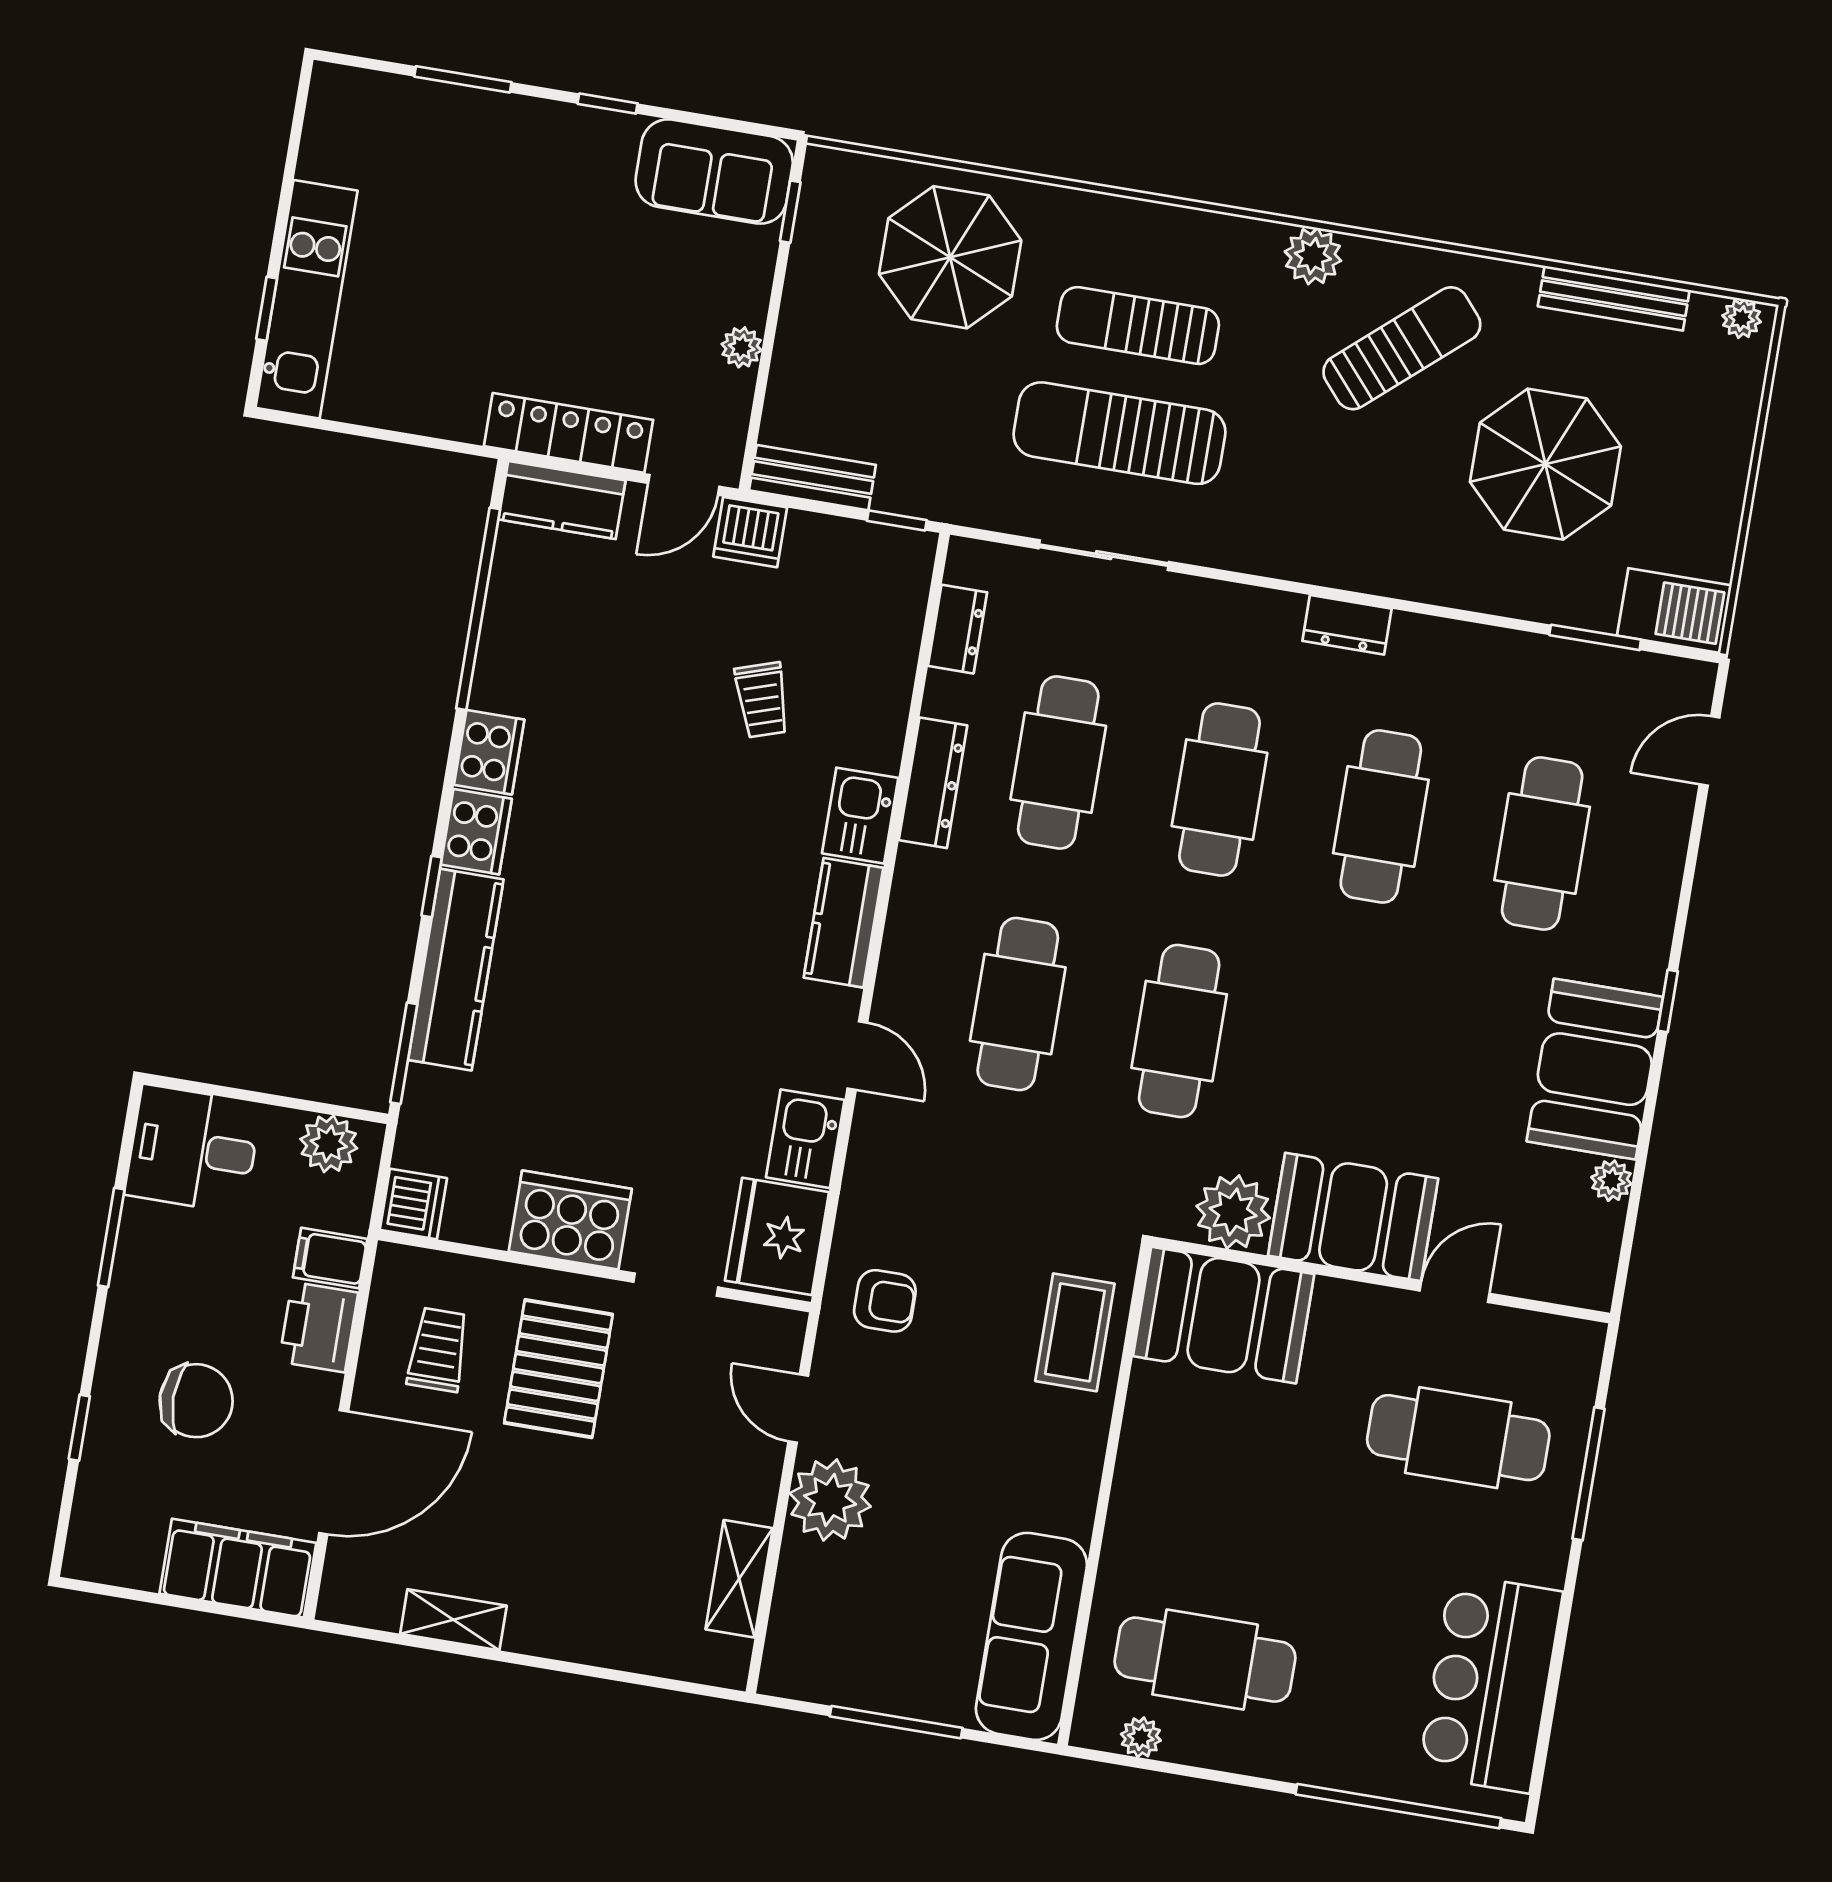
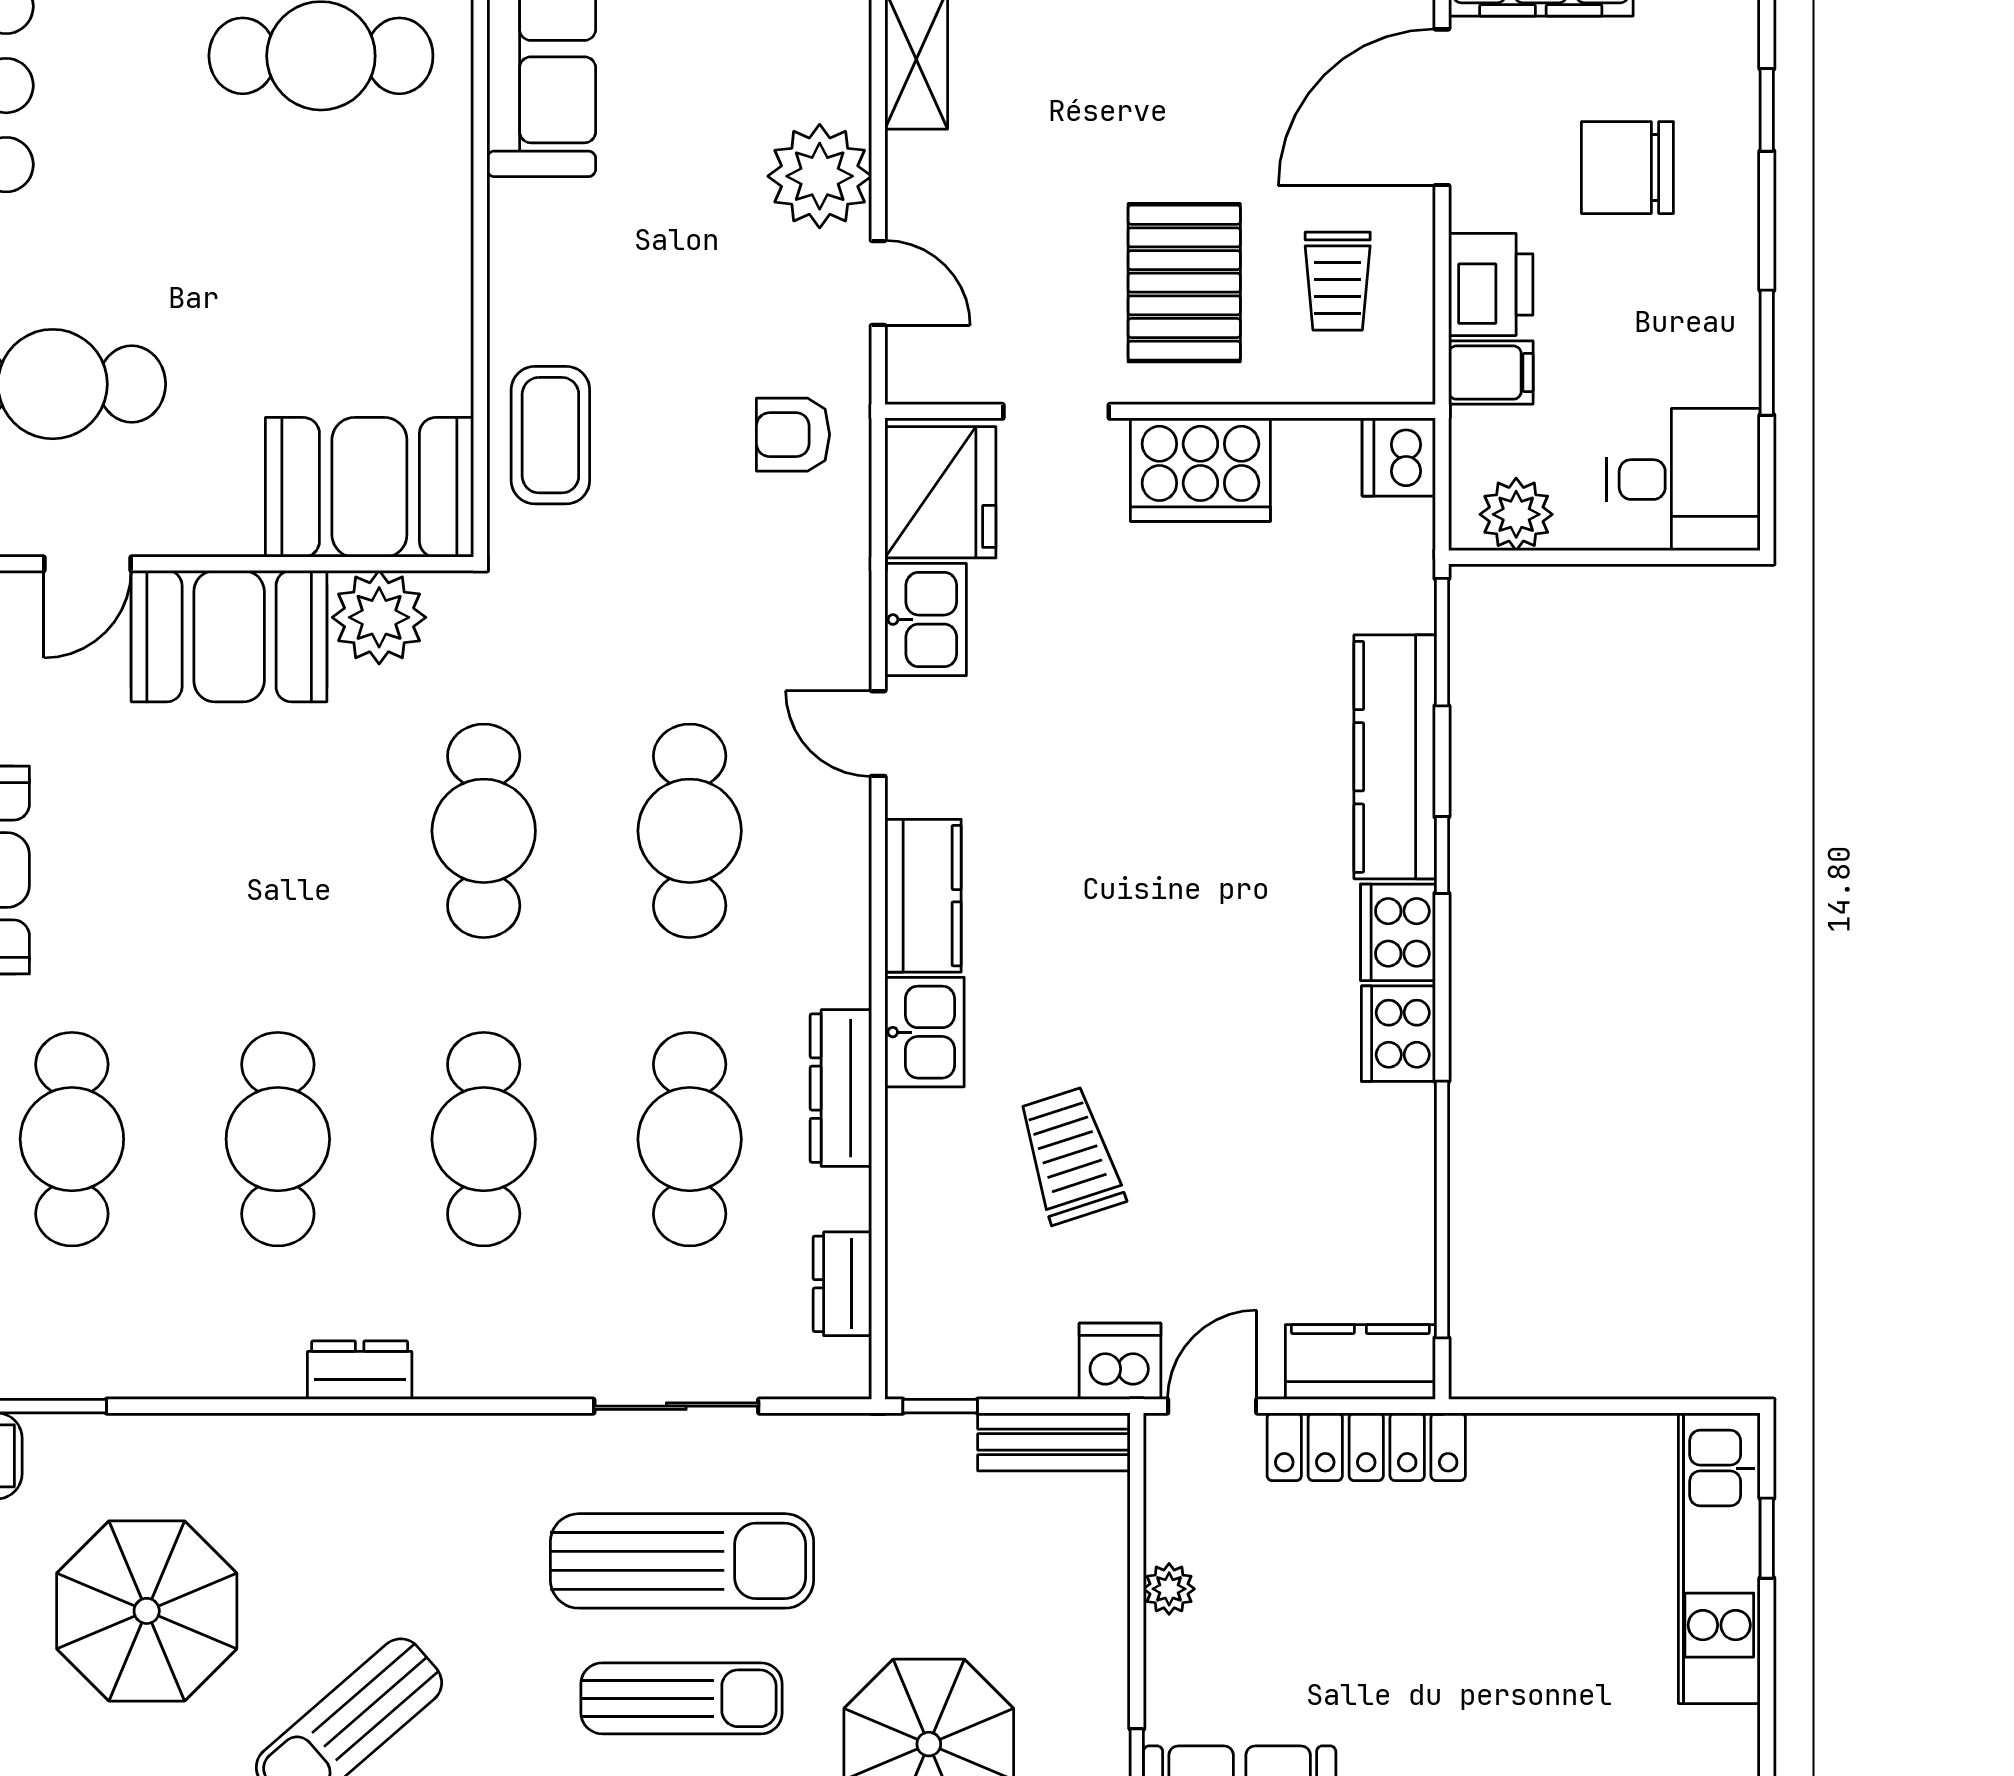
trolley: (762, 700) -> (1070, 1155), width x1.36, depth x1.39

